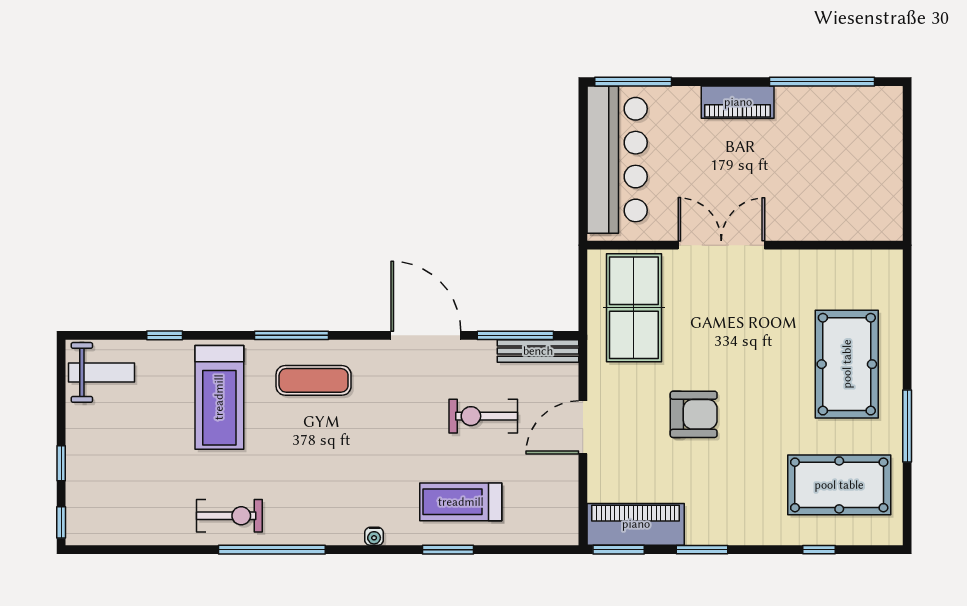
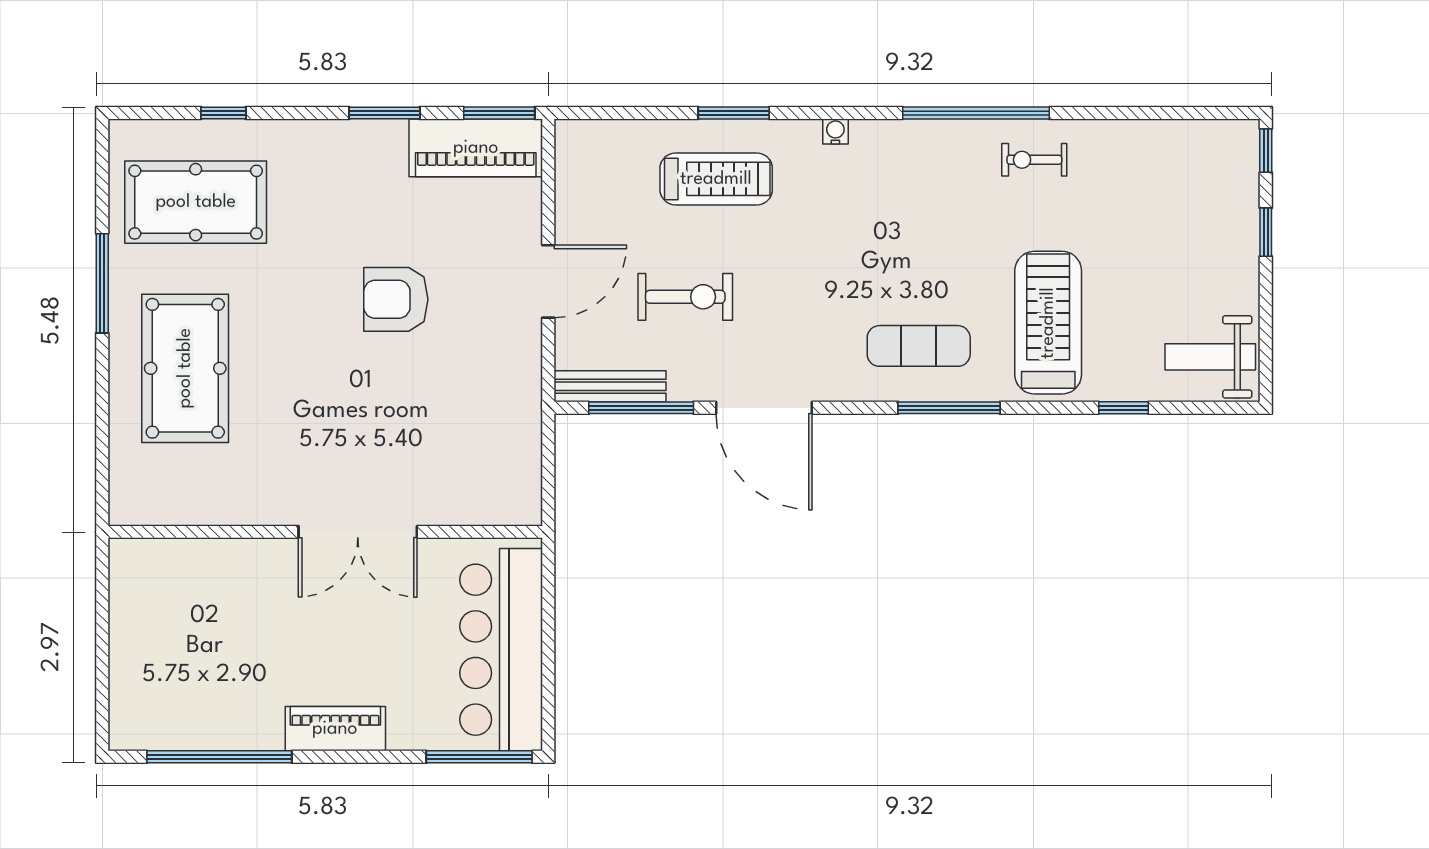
table tennis table: (634, 308) -> (478, 446), removed
exercise bike: (229, 516) -> (1034, 160), width x0.73, depth x0.72

